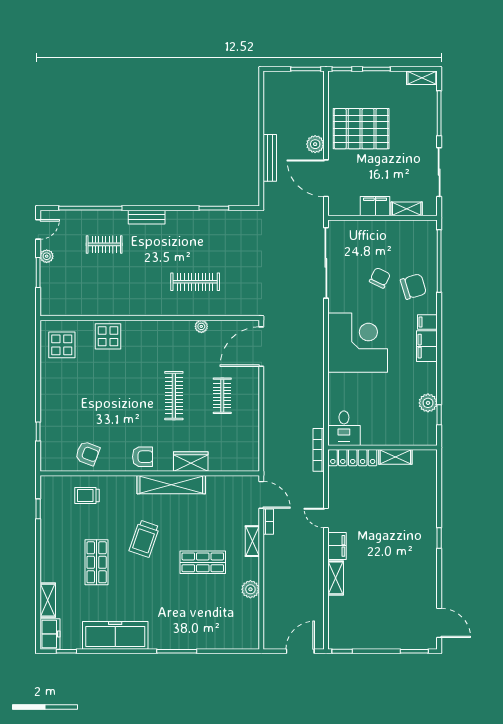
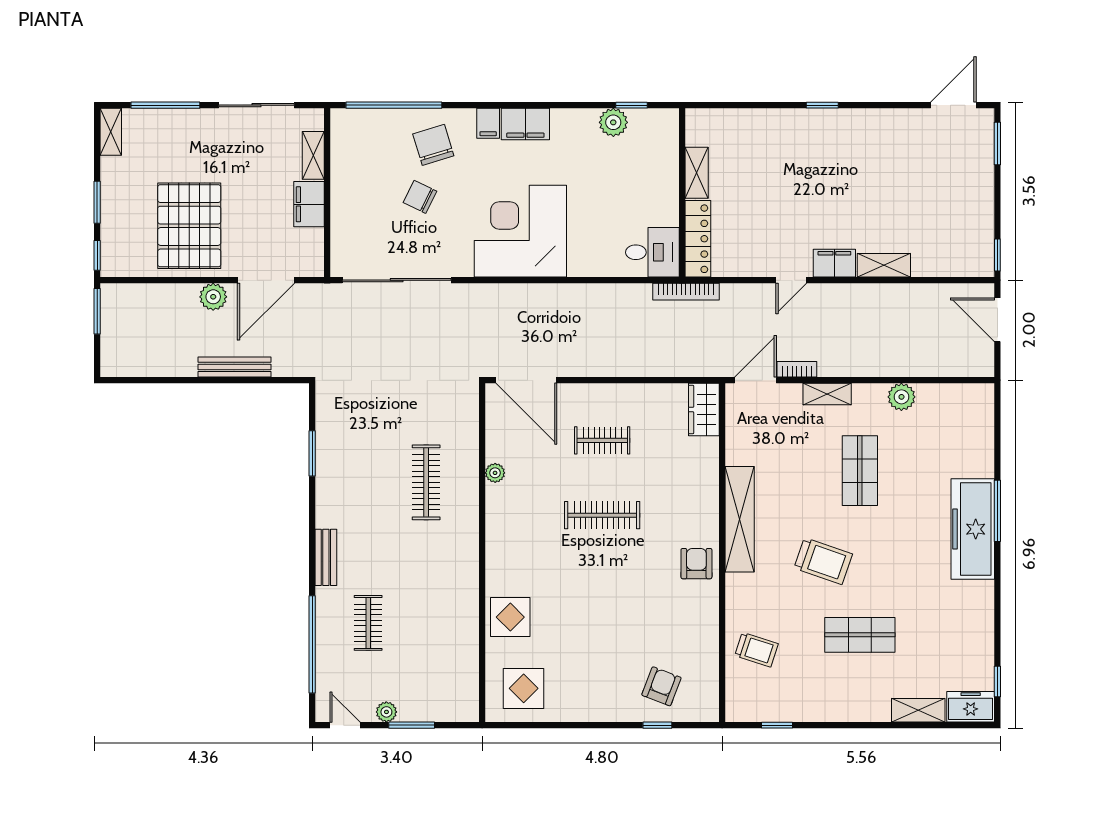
armchair: (88, 453) -> (661, 686), moved
wardrobe: (191, 462) -> (704, 410), moved
trolley: (87, 495) -> (756, 650), turned -72
freezer: (115, 635) -> (973, 529), moved

